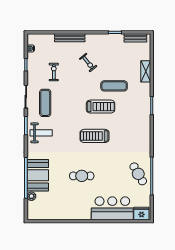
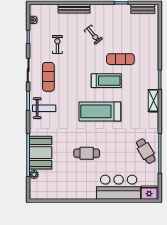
shelving: (146, 71) -> (154, 101), moved
treadmill: (94, 136) -> (100, 111), width x1.37, depth x1.38

